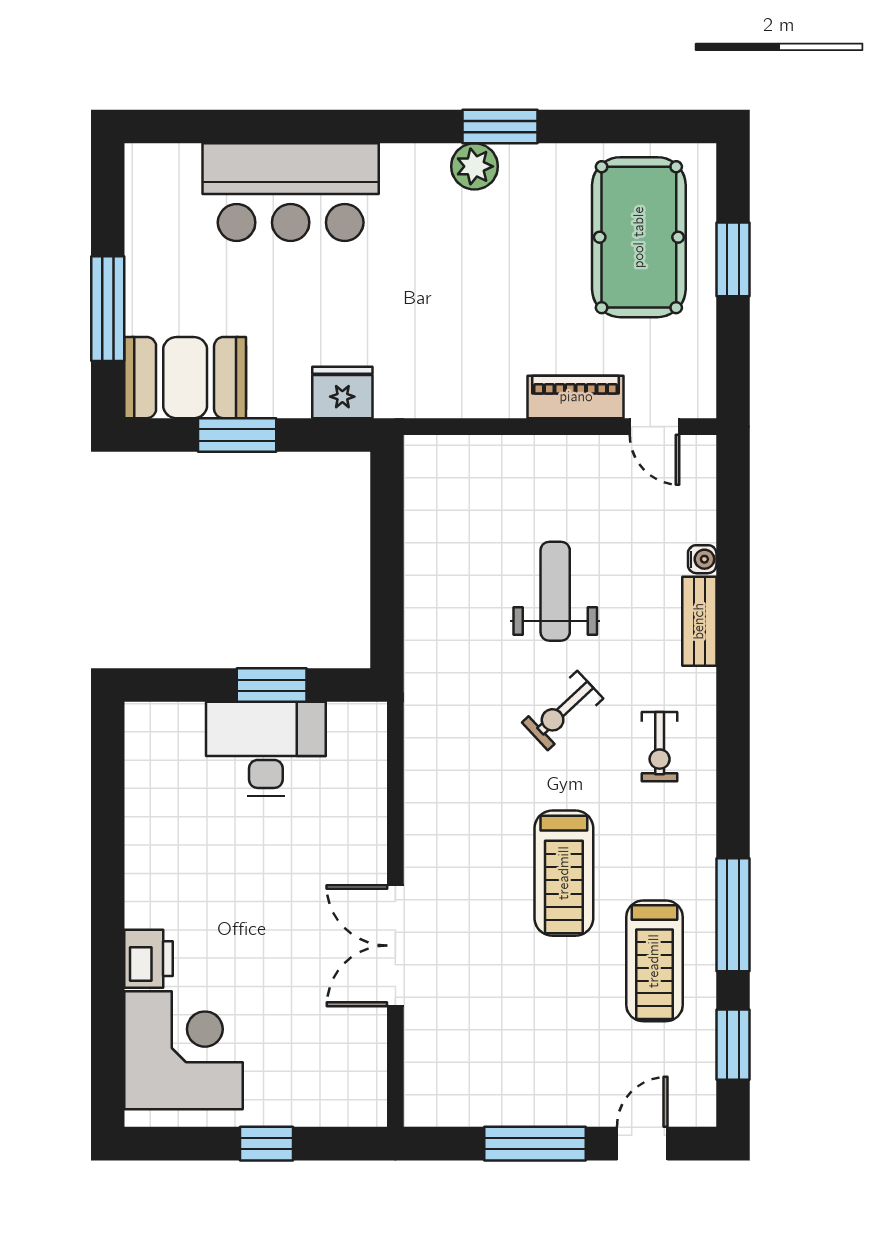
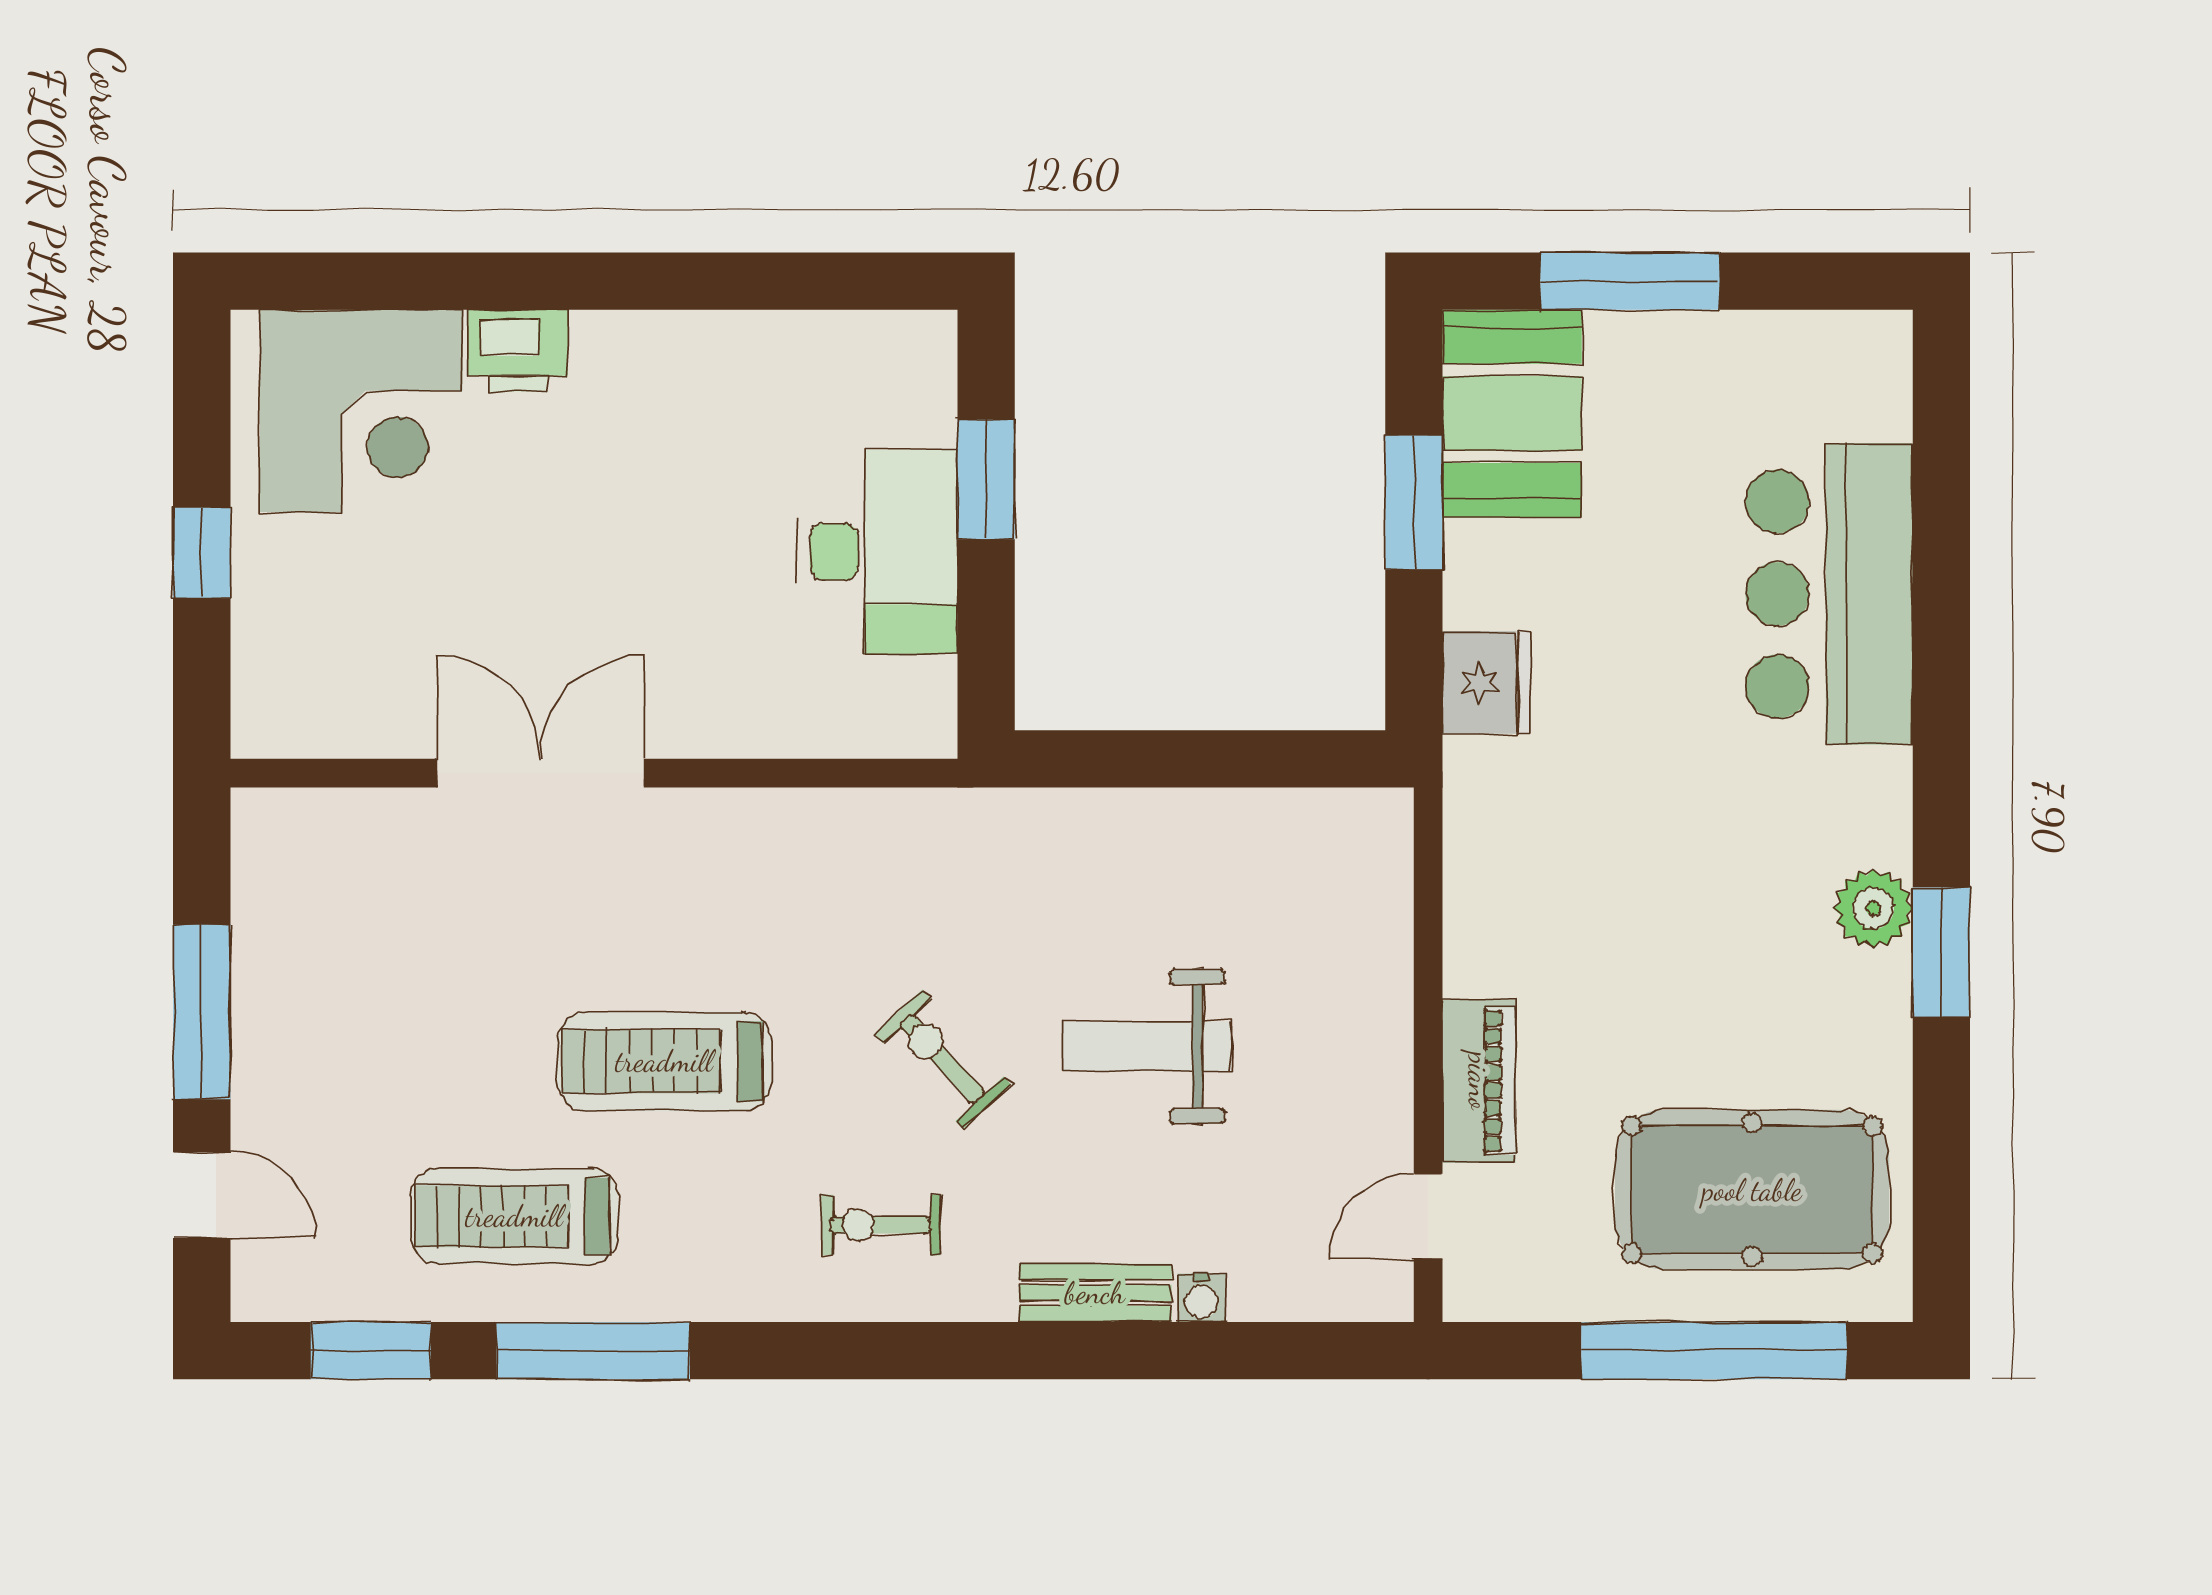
window: (733, 259) -> (1714, 1351), width x2.11
weight bench: (555, 591) -> (1147, 1046), turned 180
window: (272, 685) -> (986, 479), moved

